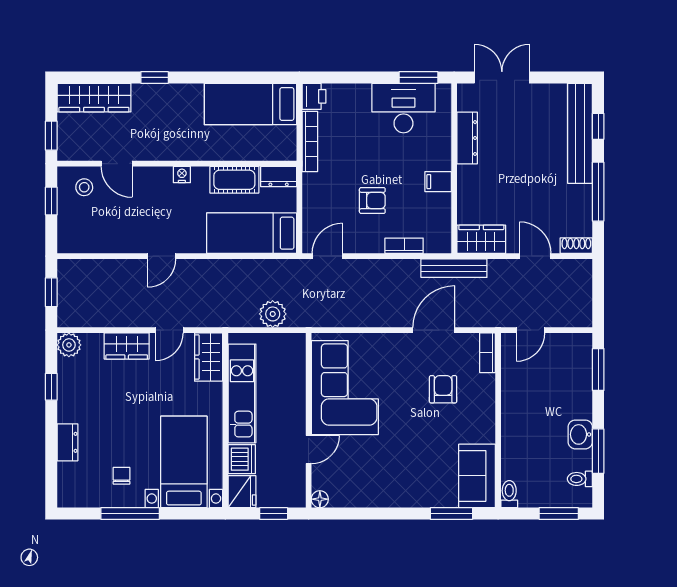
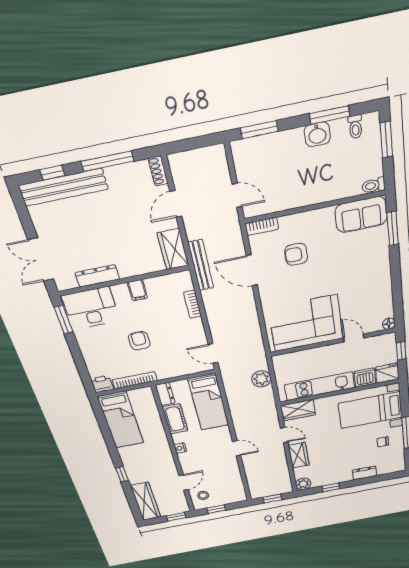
desk: (403, 108) -> (91, 308), moved, turned 90
armchair: (372, 200) -> (139, 341), moved

